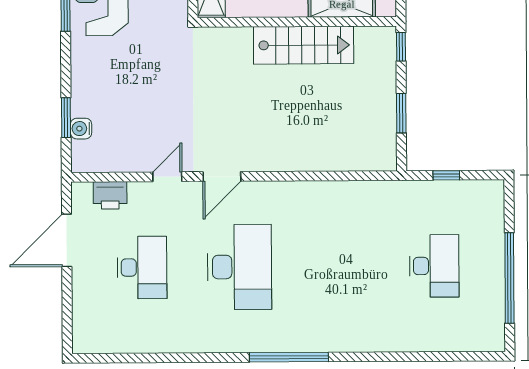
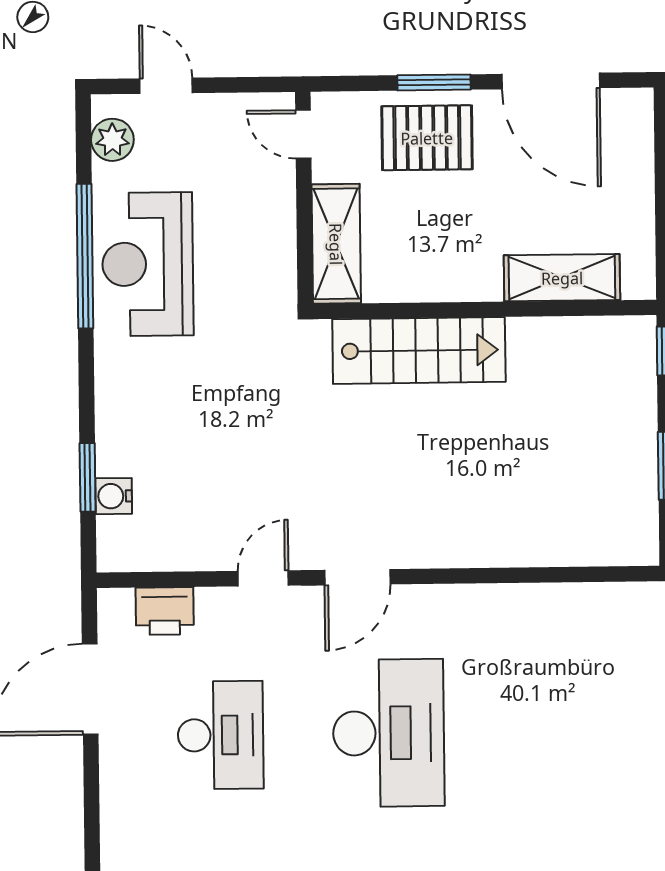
stairs: (304, 45) -> (419, 350), moved

